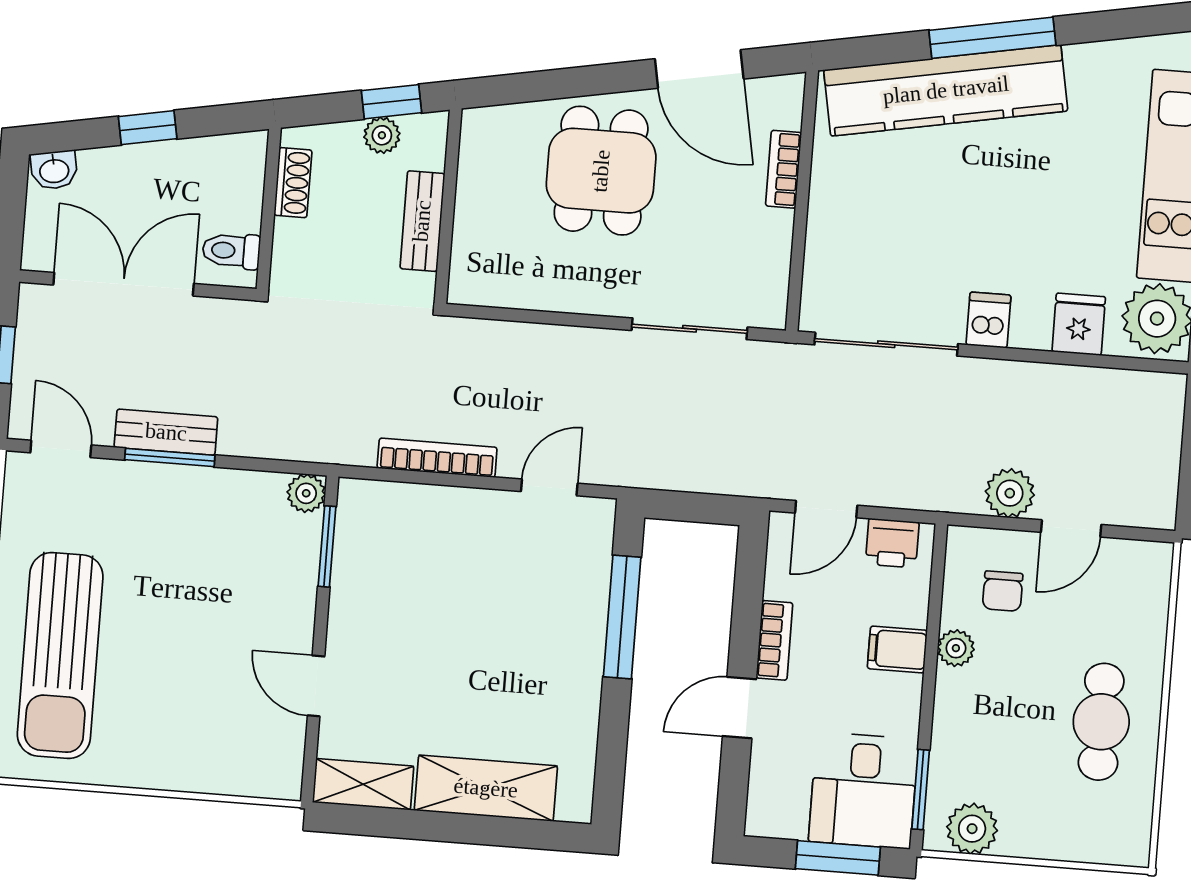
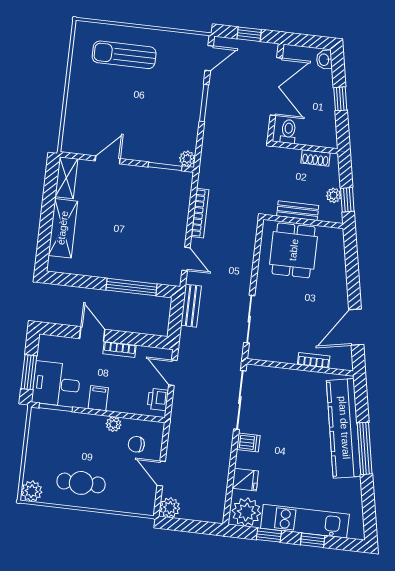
dining table: (601, 171) -> (294, 250), moved, turned 90
bench: (166, 432) -> (191, 306), moved
plant: (1010, 493) -> (170, 508), moved
filing cabinet: (897, 649) -> (98, 398), moved
sun lounger: (60, 656) -> (124, 55), width x0.73, depth x0.75
plant: (972, 829) -> (32, 491), moved

